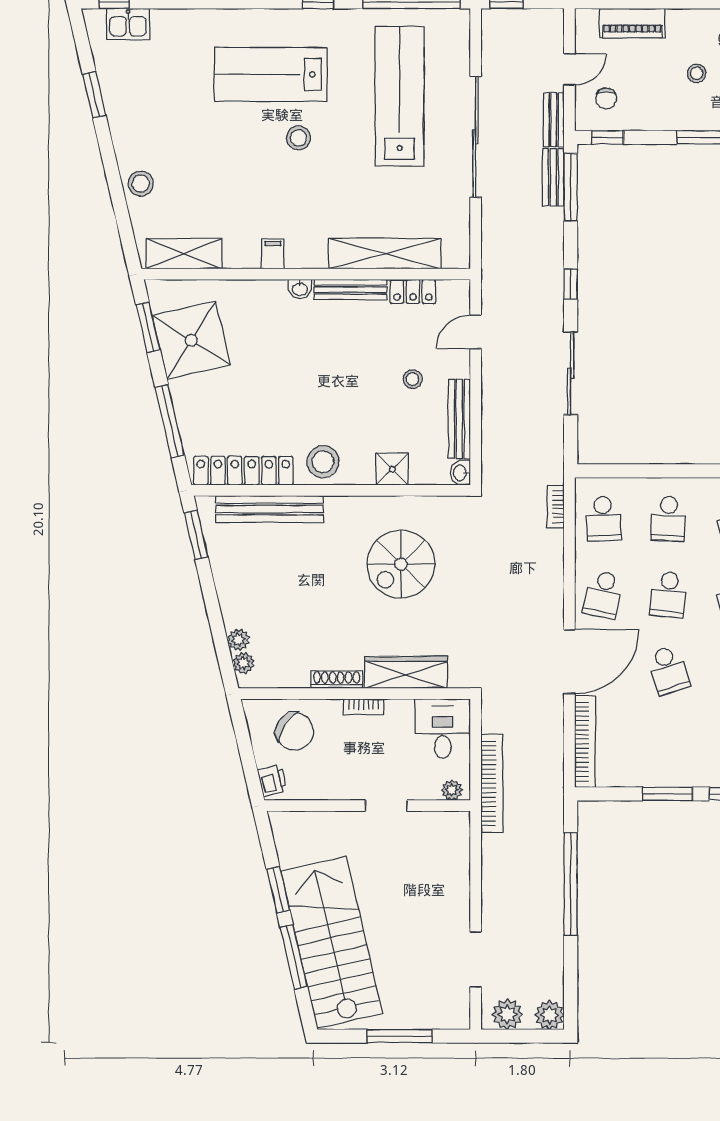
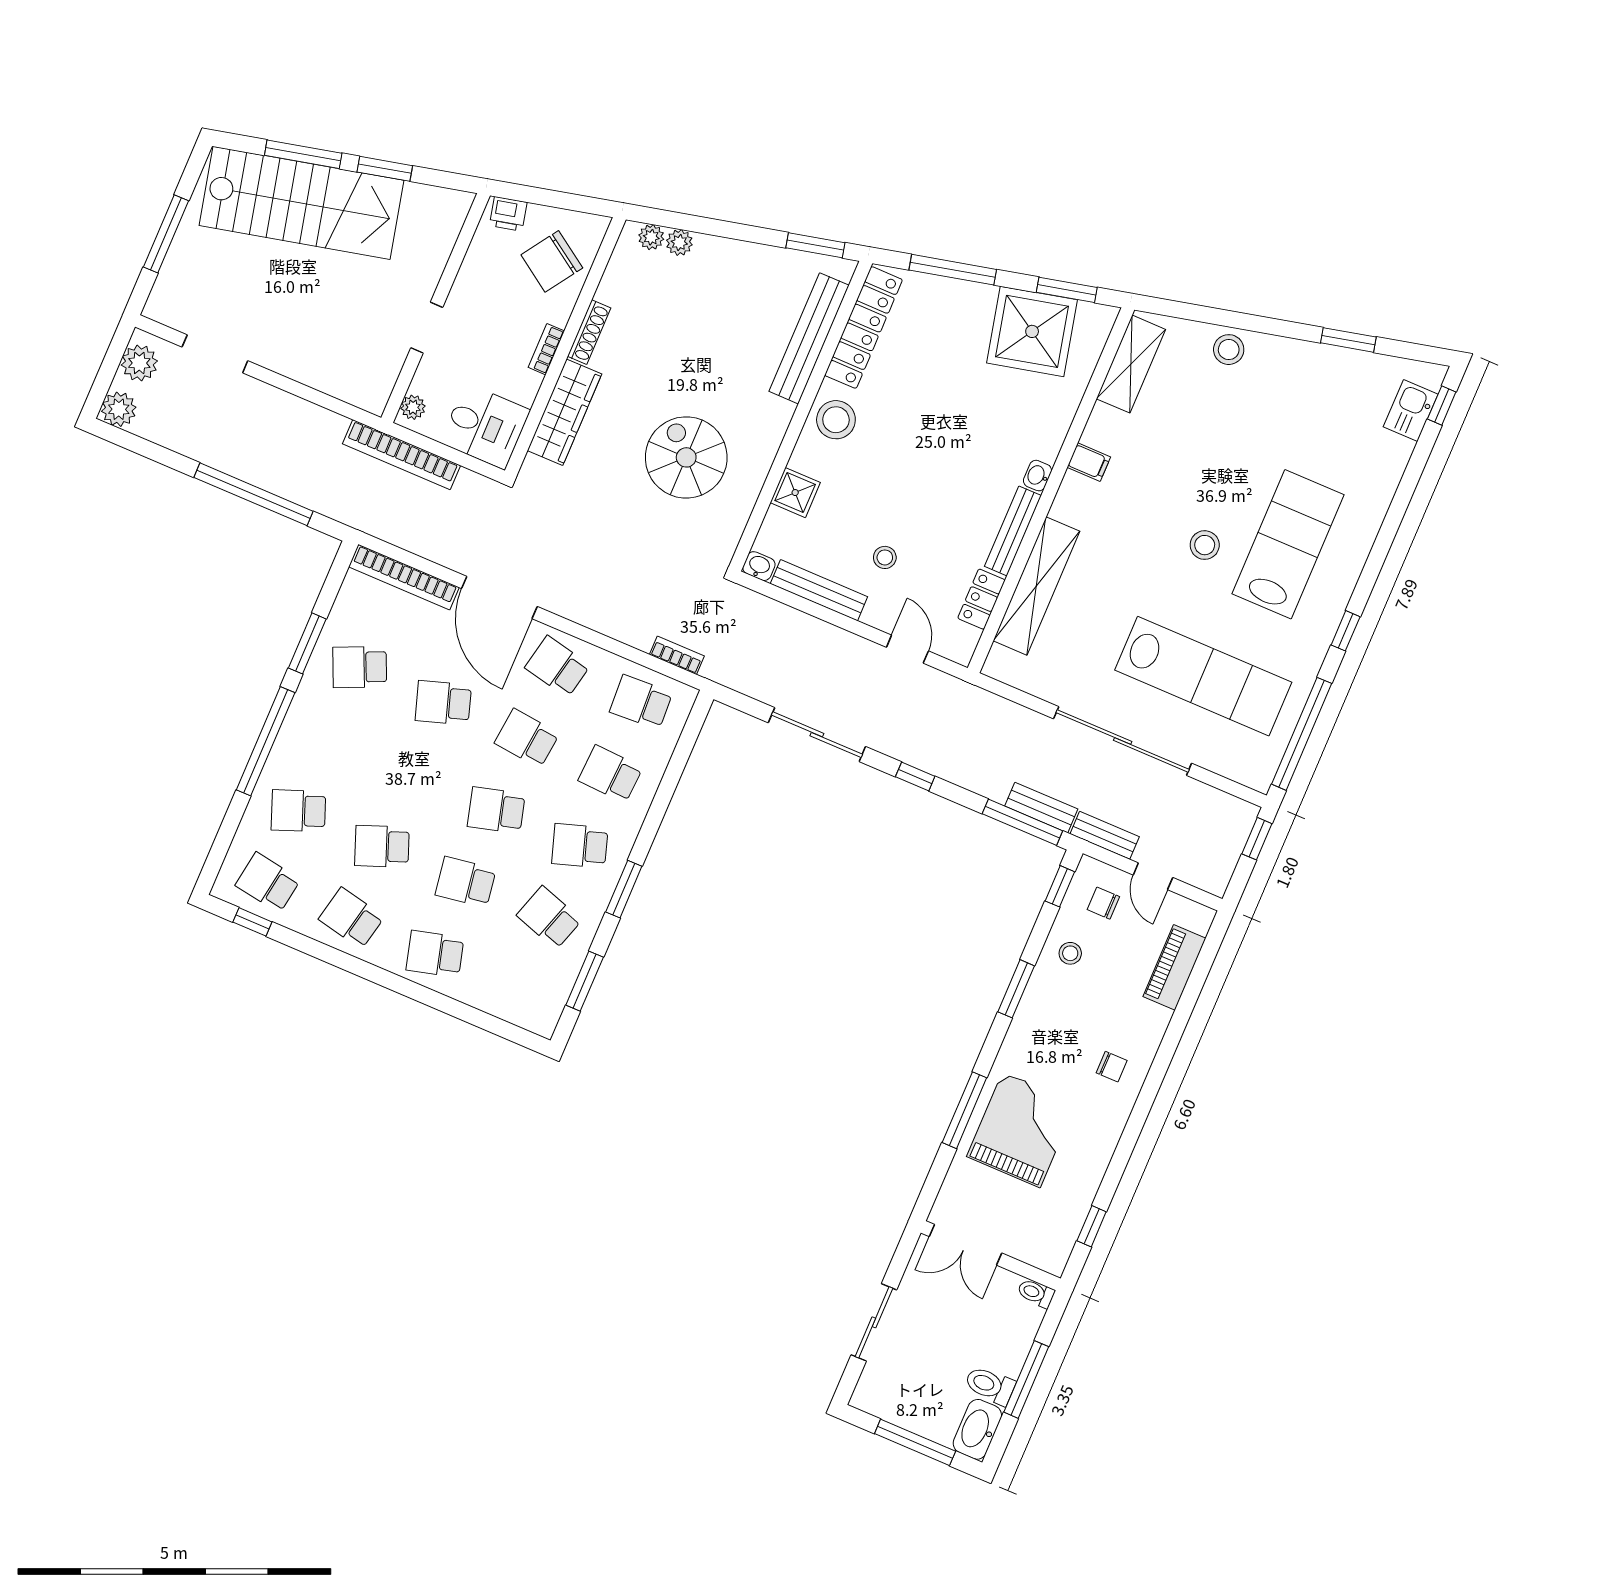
stool: (697, 73) -> (1070, 953), moved
school desk: (668, 746) -> (360, 667), added

